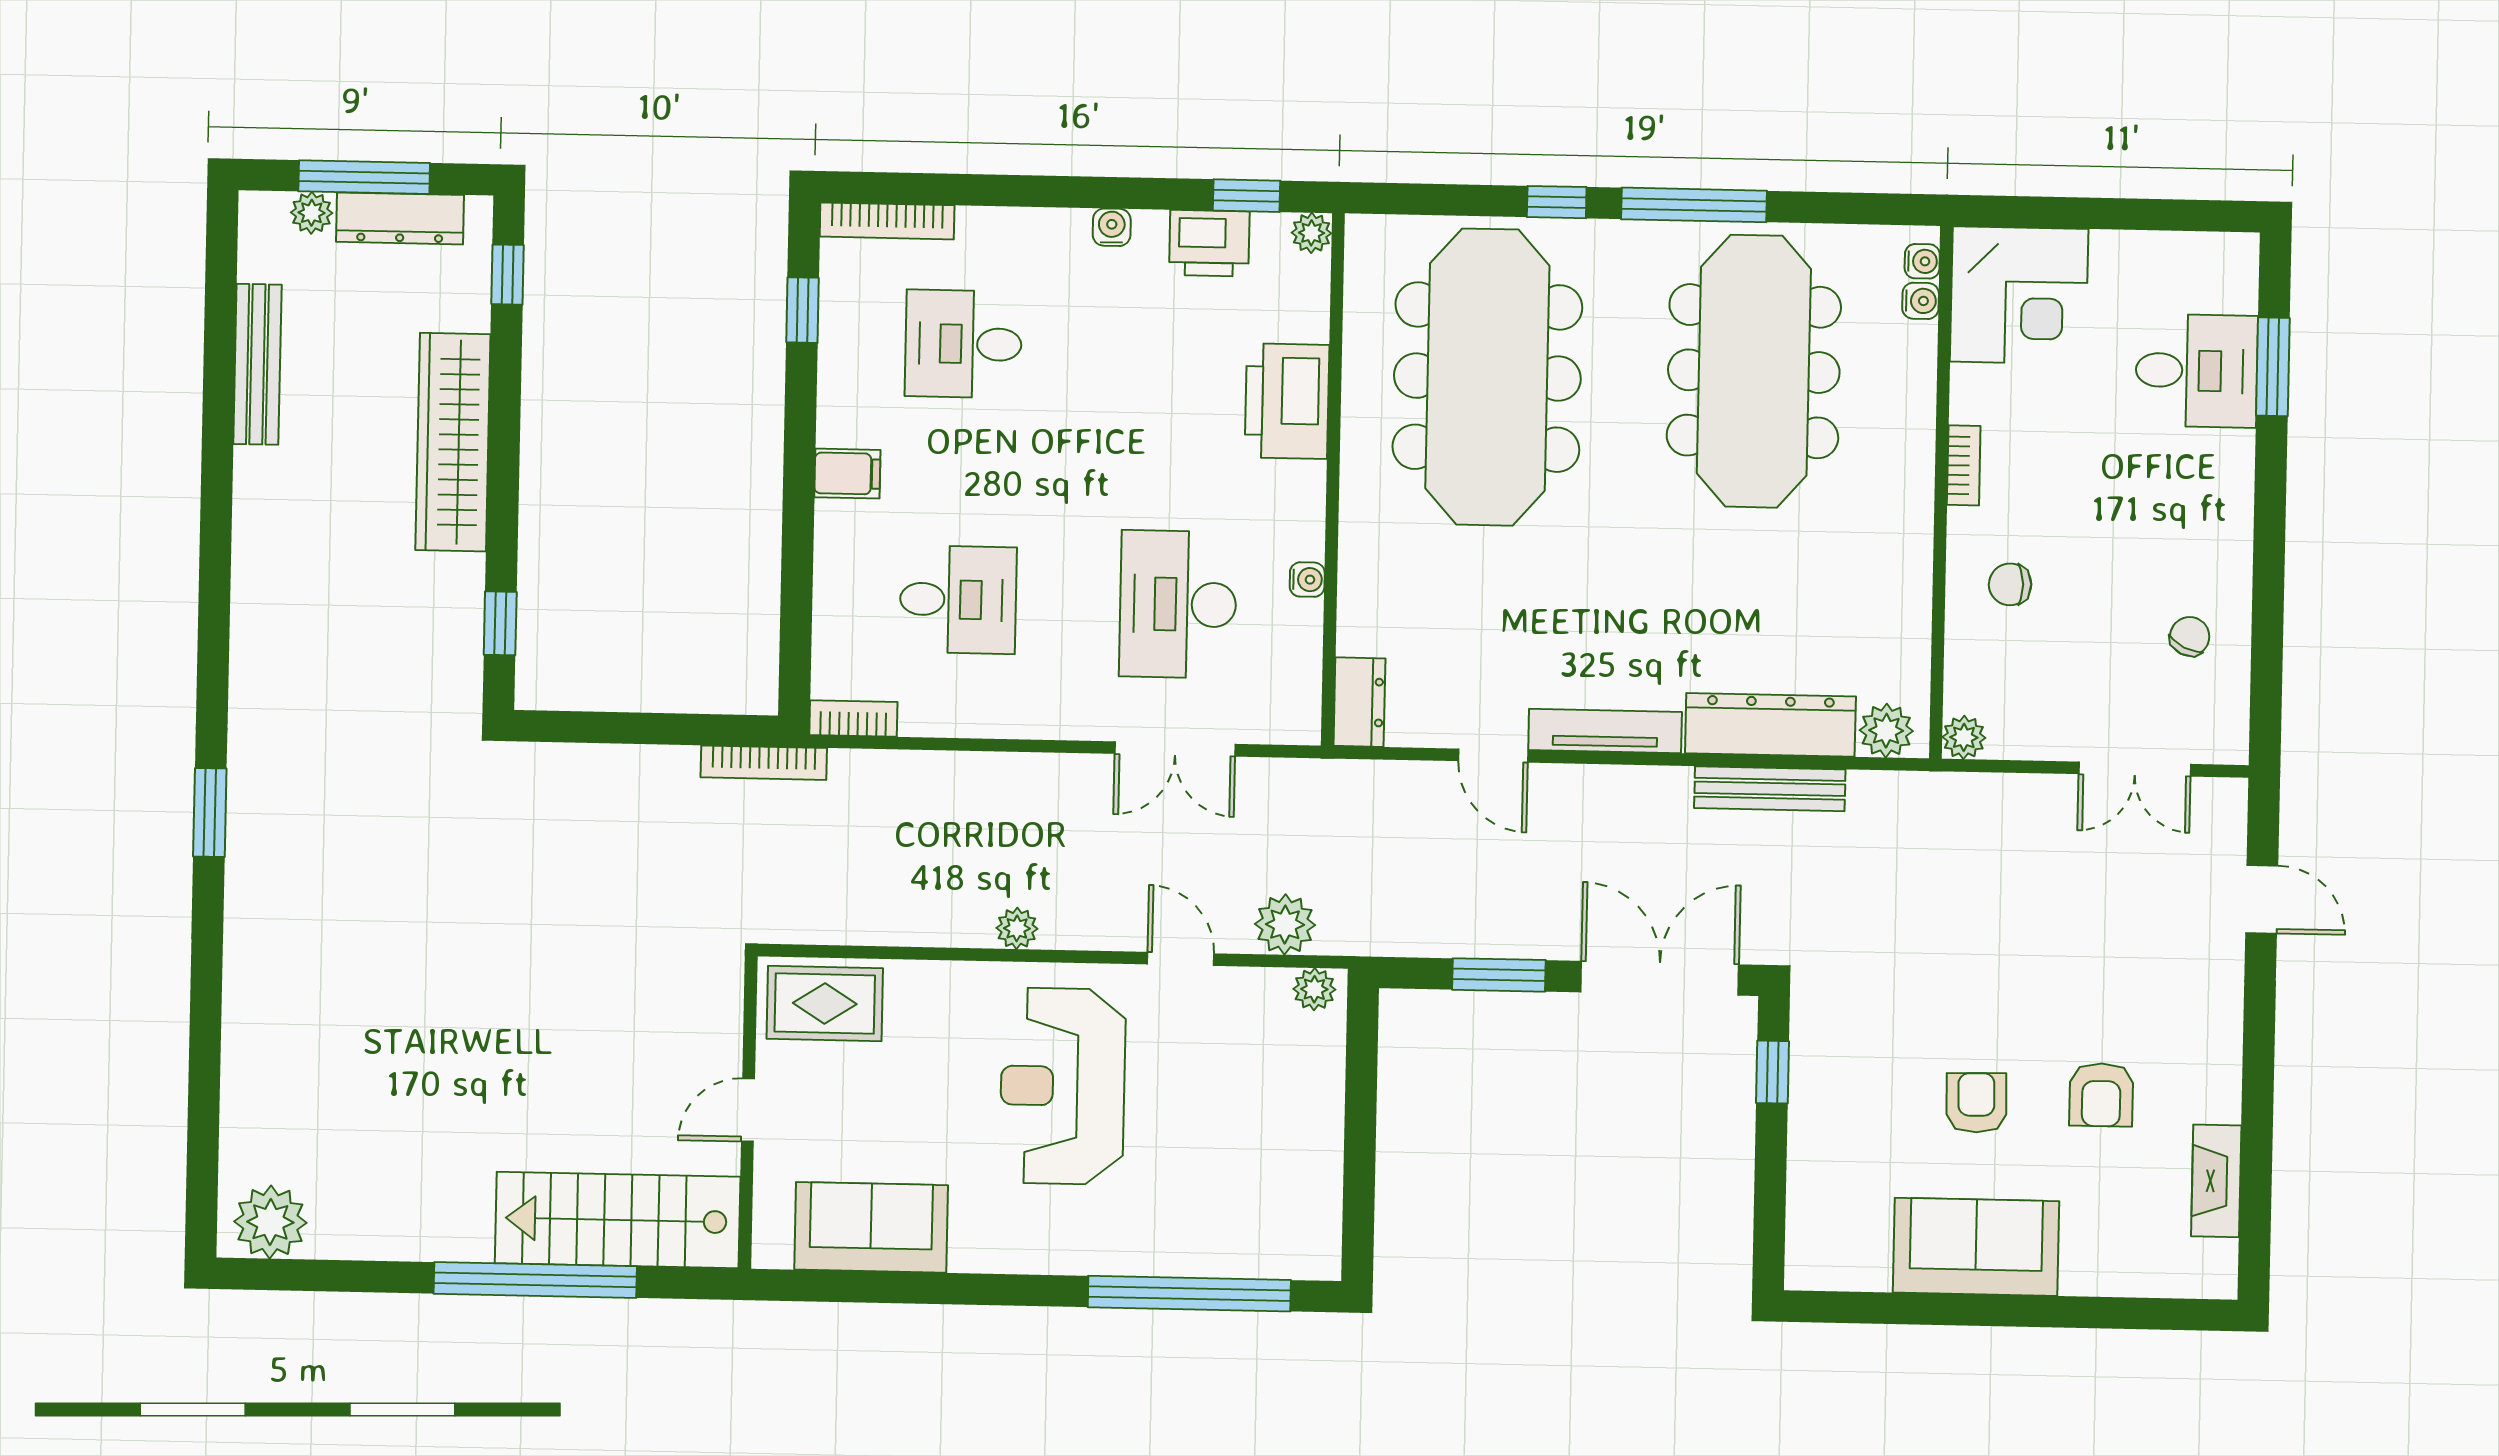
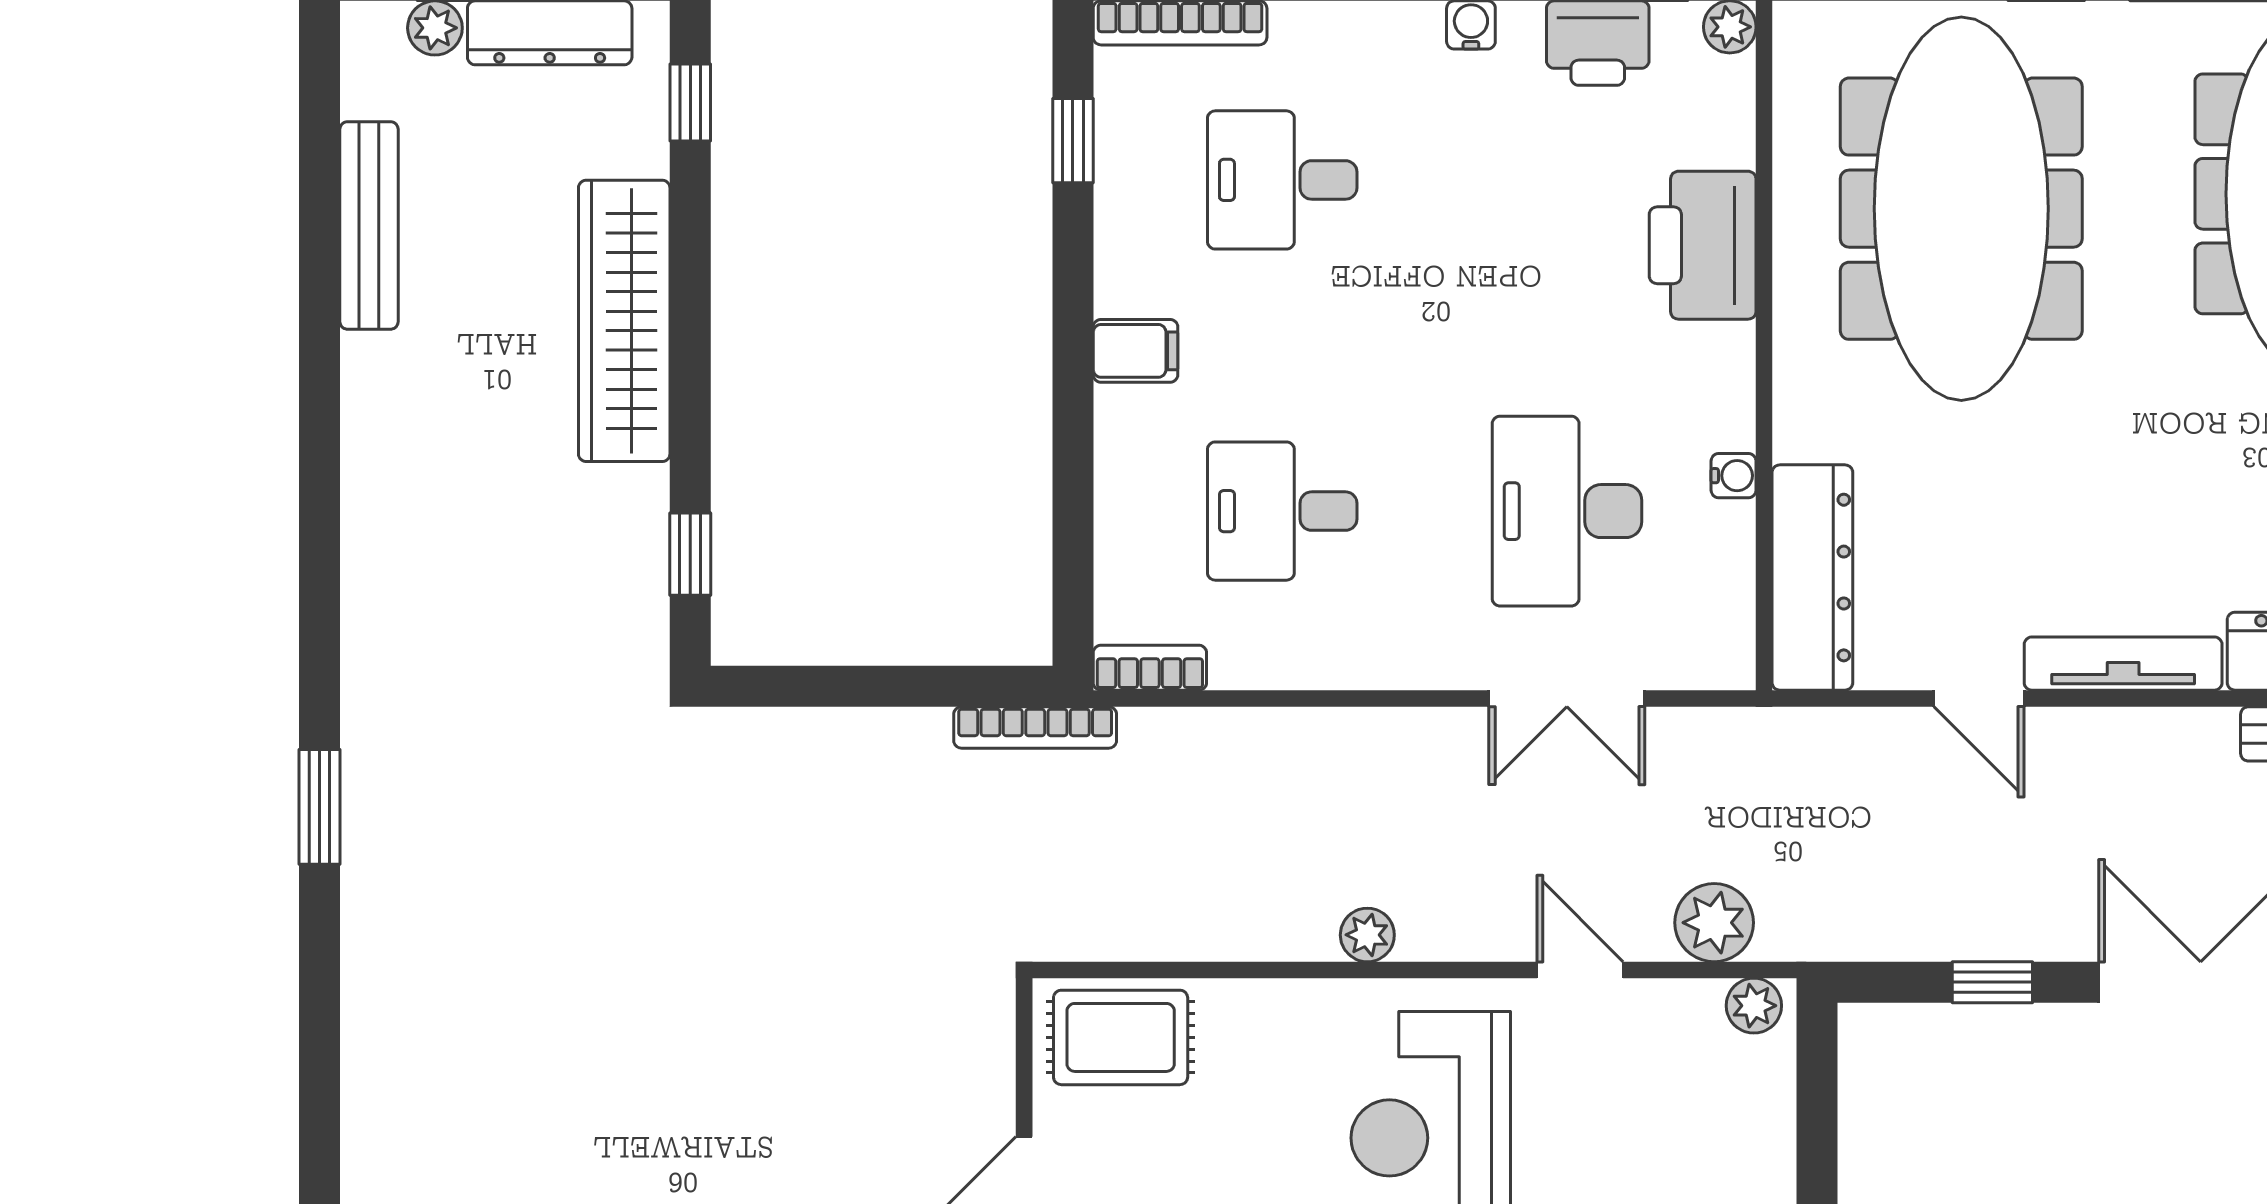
desk: (958, 600) -> (1282, 511), turned 180
dresser: (1359, 702) -> (1812, 578), width x1.96, depth x1.24
window: (1499, 975) -> (1992, 982), width x0.67

